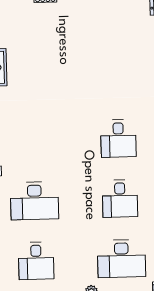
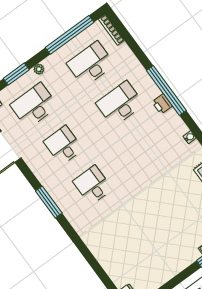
desk: (36, 261) -> (91, 64), width x1.37

